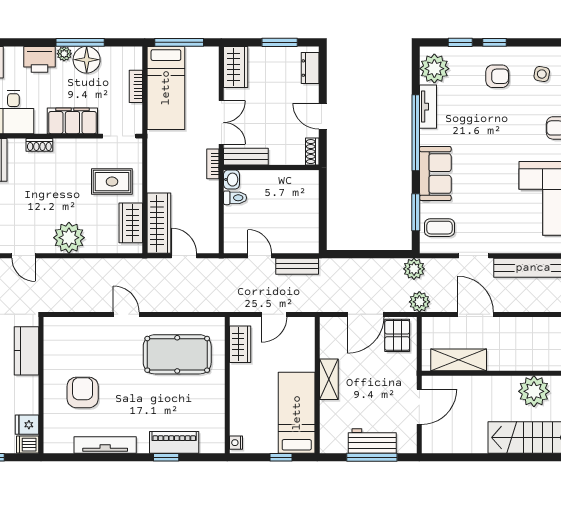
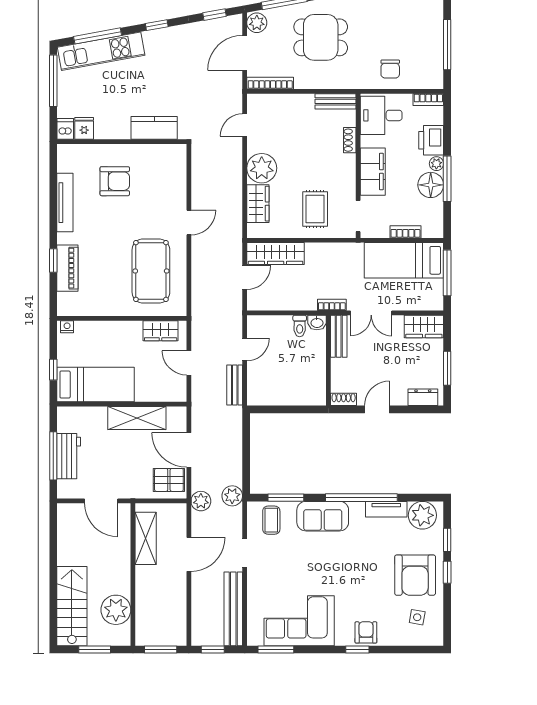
armchair: (497, 76) -> (415, 575), width x1.88, depth x1.88
wardrobe: (131, 223) -> (258, 204), moved, turned 90
shelving: (329, 379) -> (137, 418), width x1.50, depth x1.33

